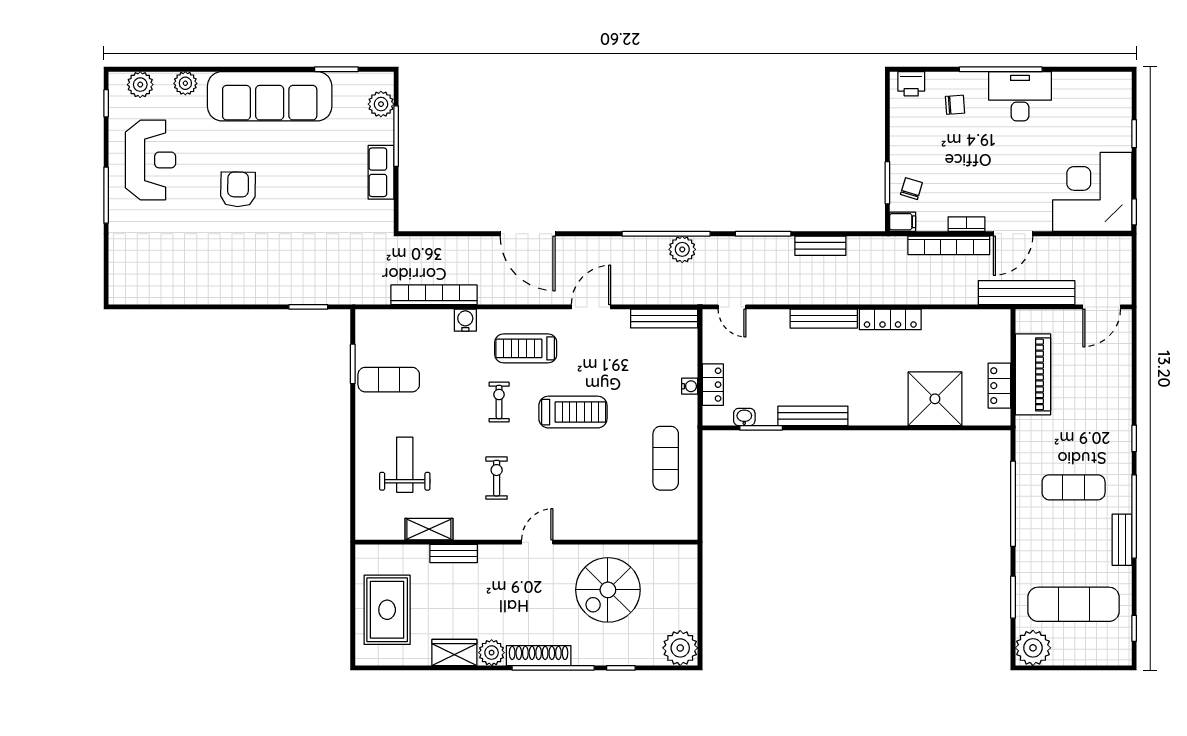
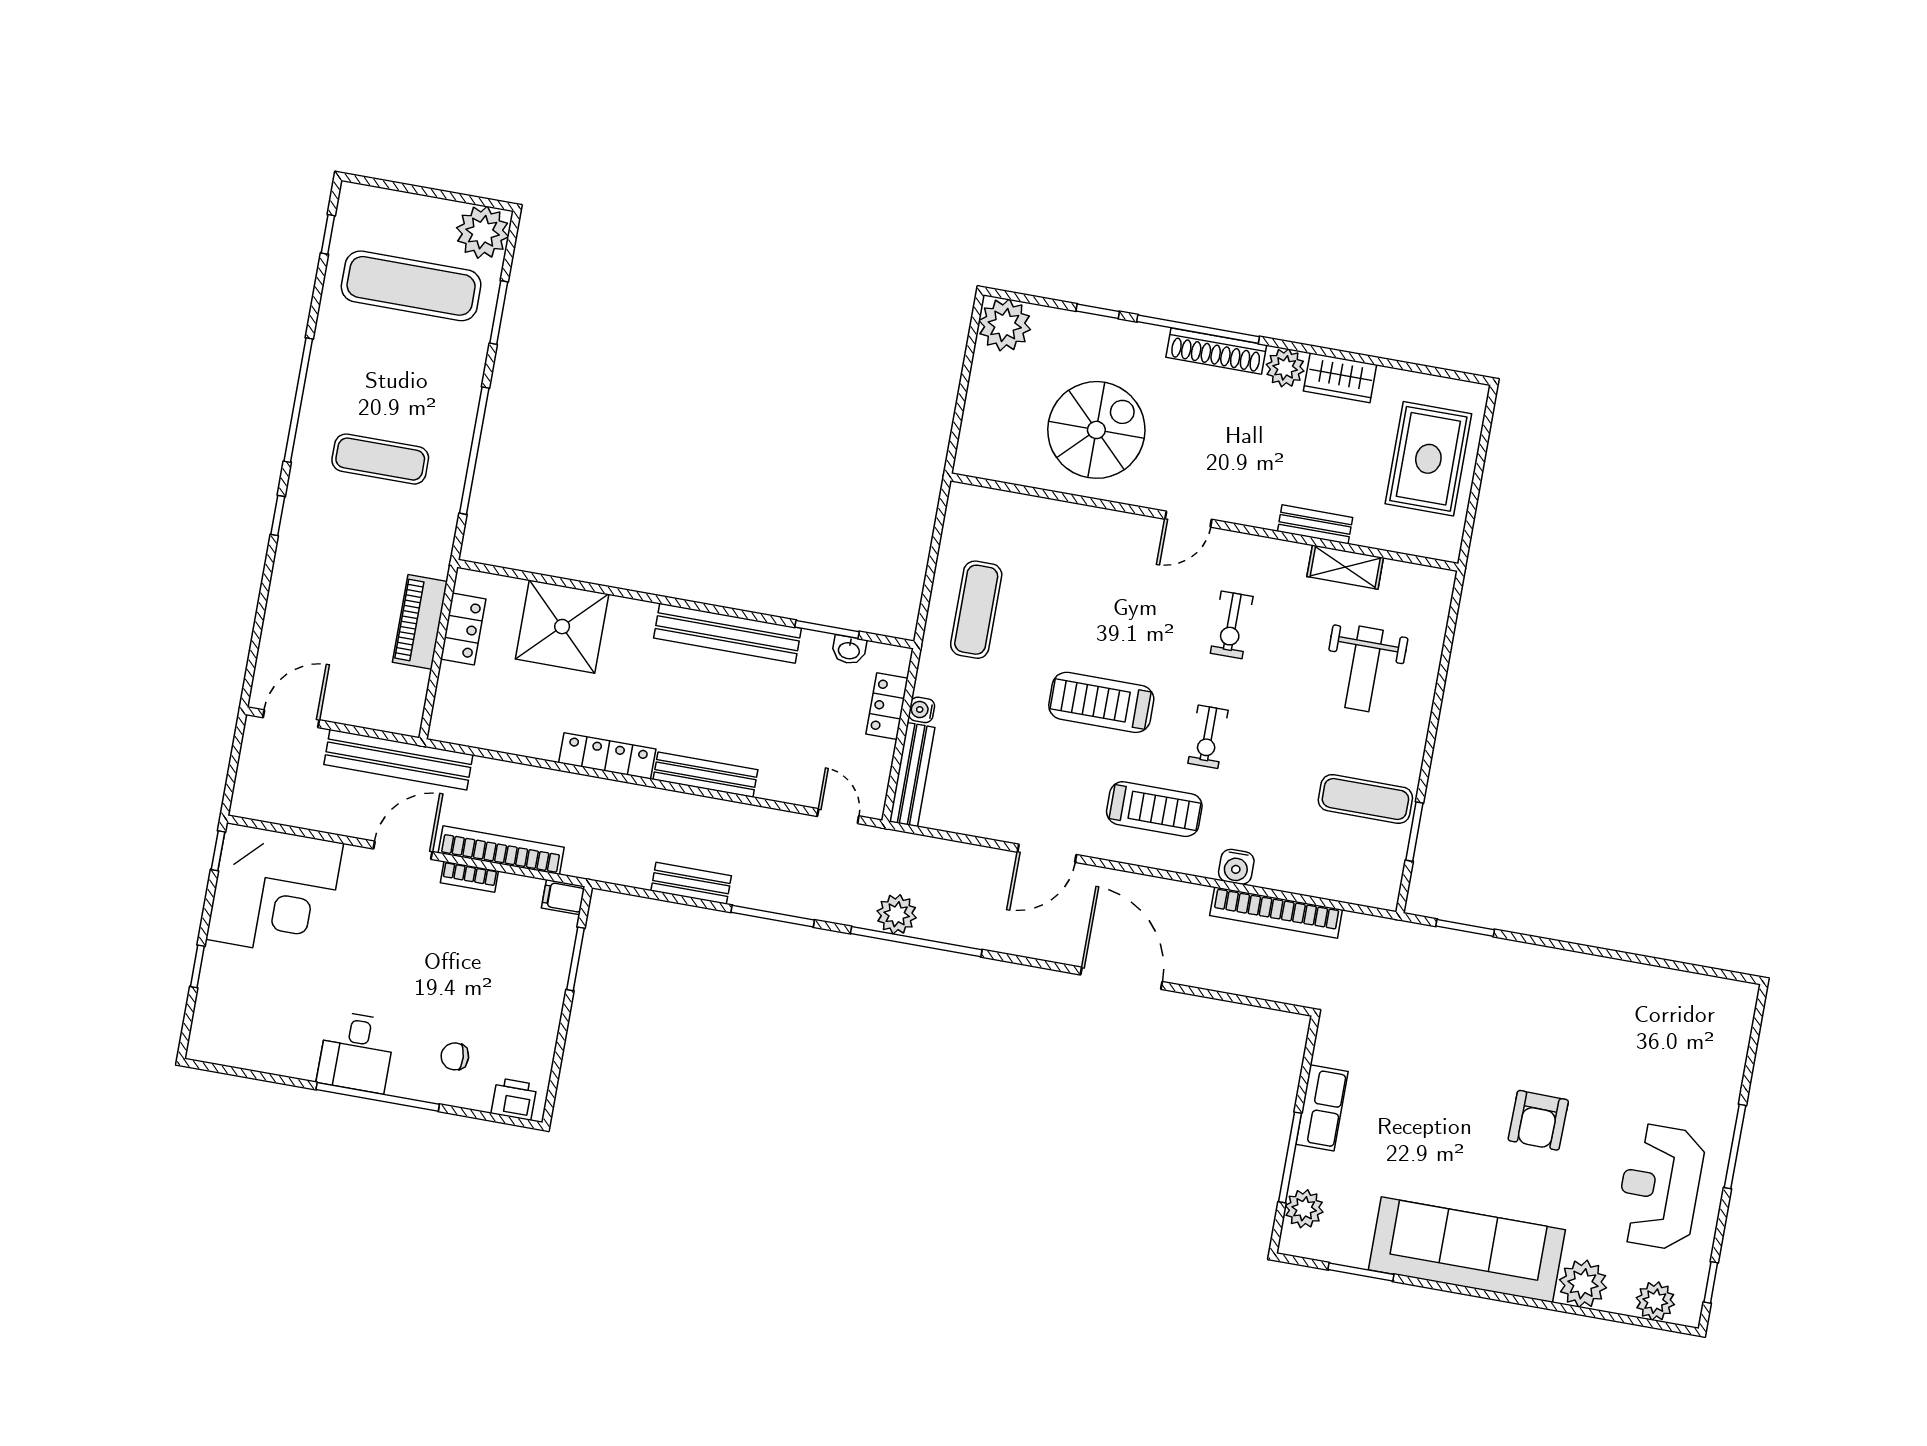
plant: (185, 83) -> (1583, 1284), width x1.36, depth x1.36
desk: (1020, 96) -> (356, 1052), width x0.73
chair: (911, 189) -> (541, 944), removed
bench: (664, 319) -> (912, 775), moved, turned 90
piano: (1033, 374) -> (420, 622), width x0.73, depth x0.75
bench: (813, 416) -> (728, 633), width x1.37, depth x1.21
bench: (1122, 540) -> (322, 369), removed

